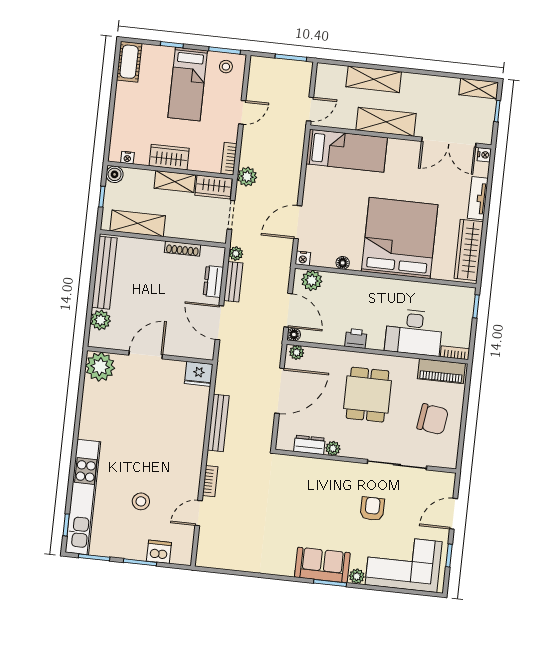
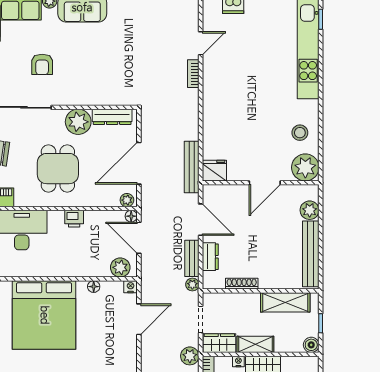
nightstand: (127, 158) -> (238, 361), moved
bench: (218, 423) -> (192, 167), moved
dresser: (309, 445) -> (112, 117), width x1.44
plant: (333, 448) -> (78, 122), width x1.88, depth x1.88
stool: (141, 501) -> (300, 133), moved

